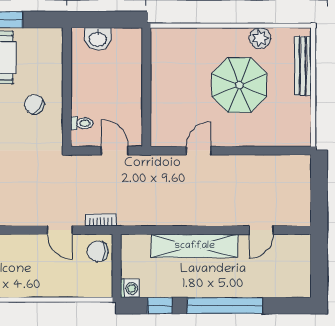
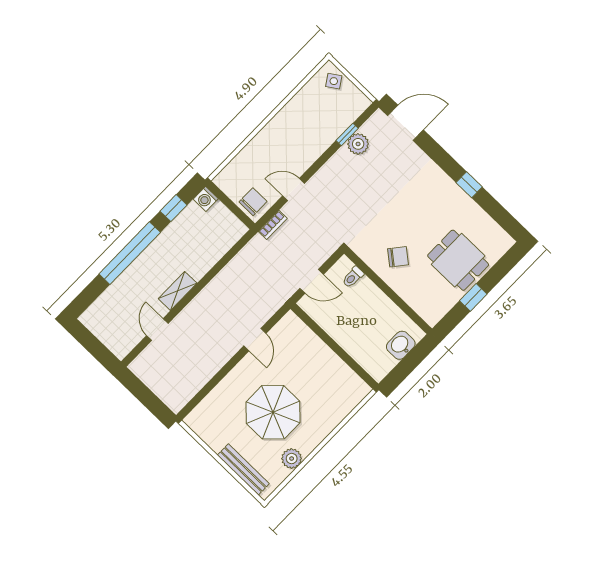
shelving: (195, 246) -> (178, 291), width x0.45, depth x0.75

